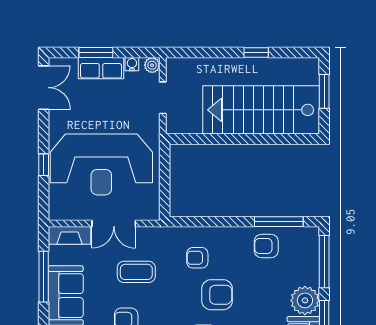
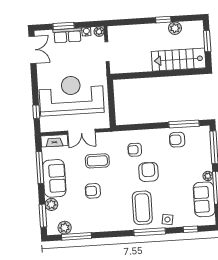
plant: (274, 67) -> (175, 28), added
stairs: (261, 110) -> (179, 60), width x0.73, depth x0.66
reception desk: (101, 164) -> (71, 95), turned 180
window: (44, 165) -> (36, 112), moved
armchair: (217, 295) -> (148, 172), turned -90
plant: (305, 300) -> (208, 176), width x0.53, depth x0.53

